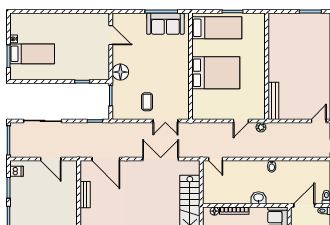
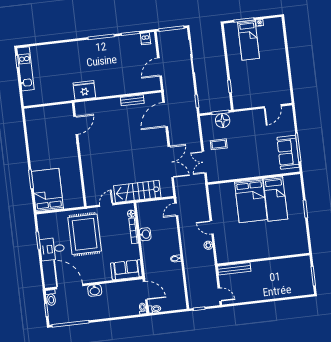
bed: (217, 28) -> (275, 199), moved
wall: (267, 66) -> (263, 259), moved
floor lamp: (120, 72) -> (223, 121), moved
bench: (273, 101) -> (234, 269), moved
washbasin: (259, 198) -> (145, 234), moved

